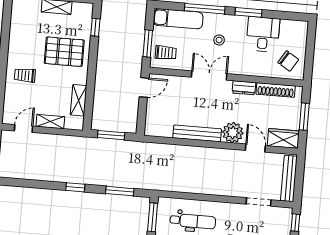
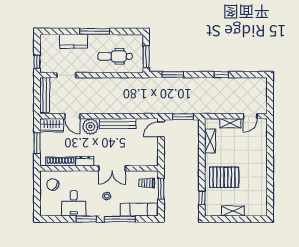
trolley: (25, 75) -> (253, 157), removed
door: (144, 87) -> (161, 129), moved
window: (75, 187) -> (221, 75), moved

